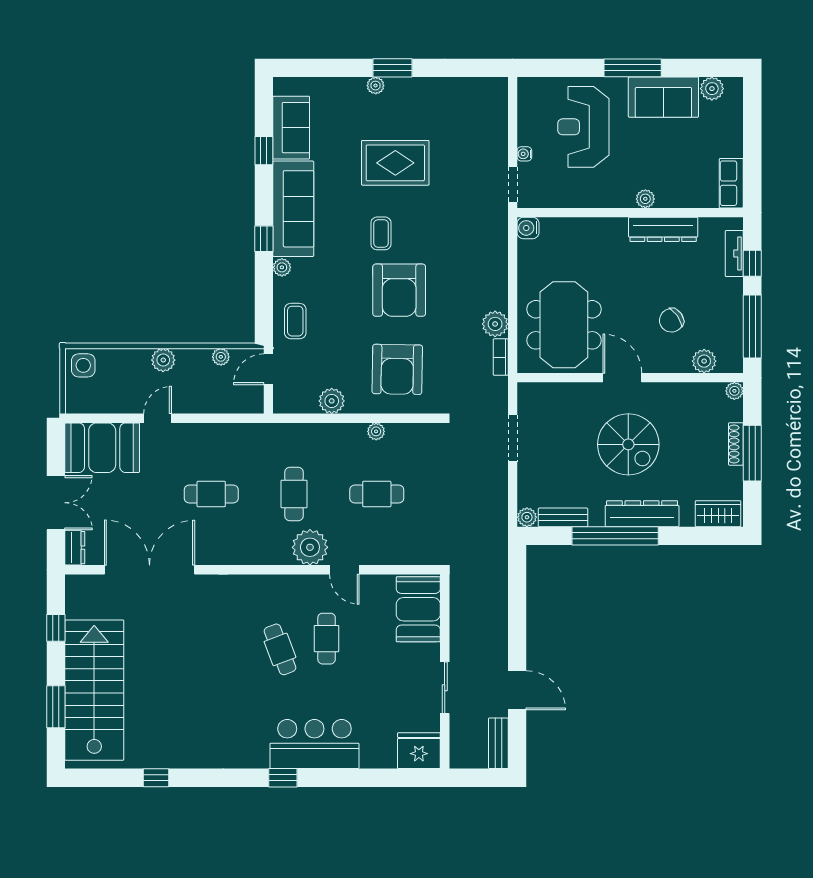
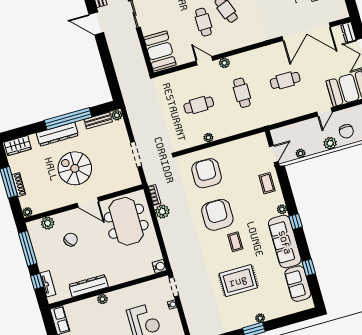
chair: (128, 373) -> (346, 131), added
plant: (332, 401) -> (236, 147), removed
plant: (310, 547) -> (224, 63), width x0.53, depth x0.53

